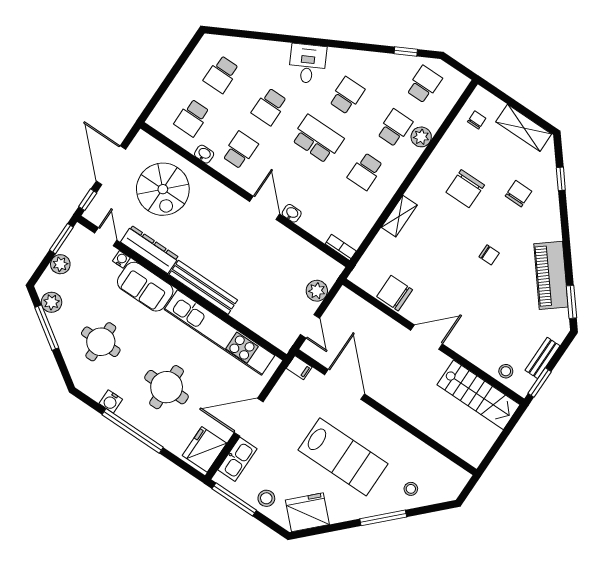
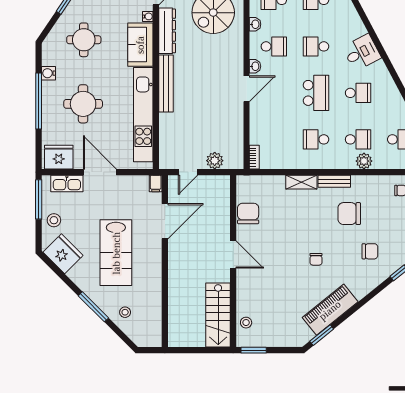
washbasin: (292, 213) -> (255, 66), moved
bench: (542, 358) -> (334, 181), moved

